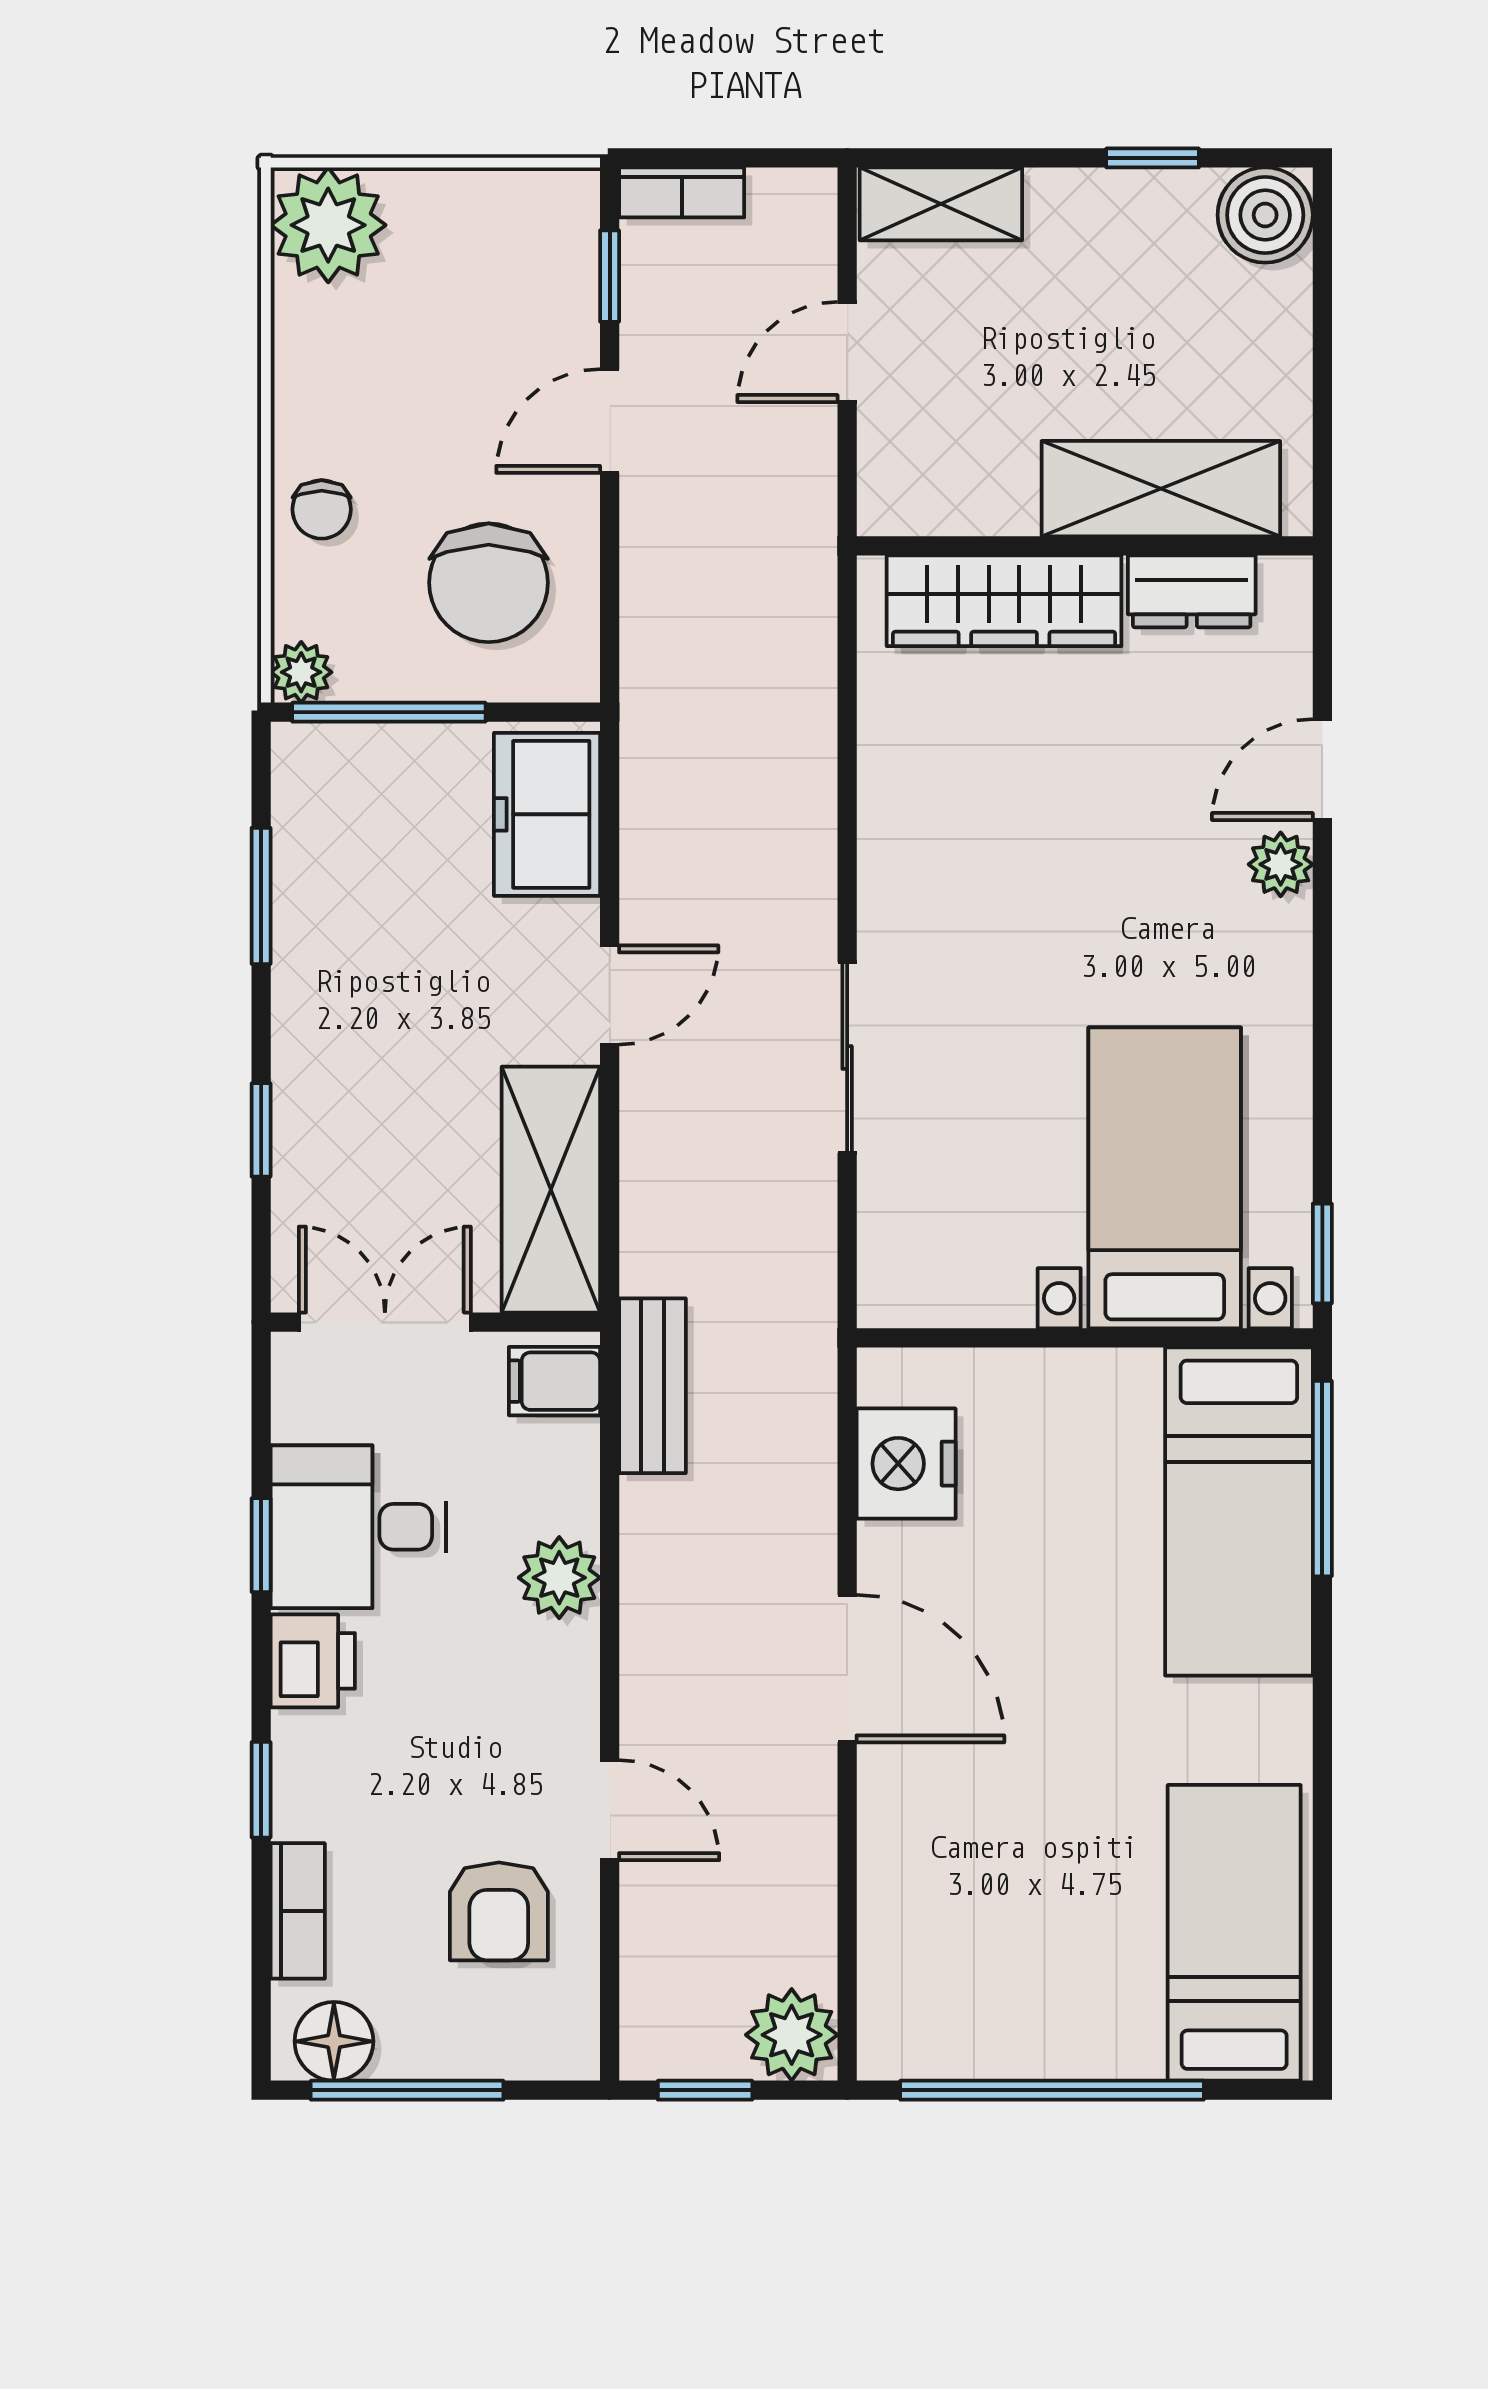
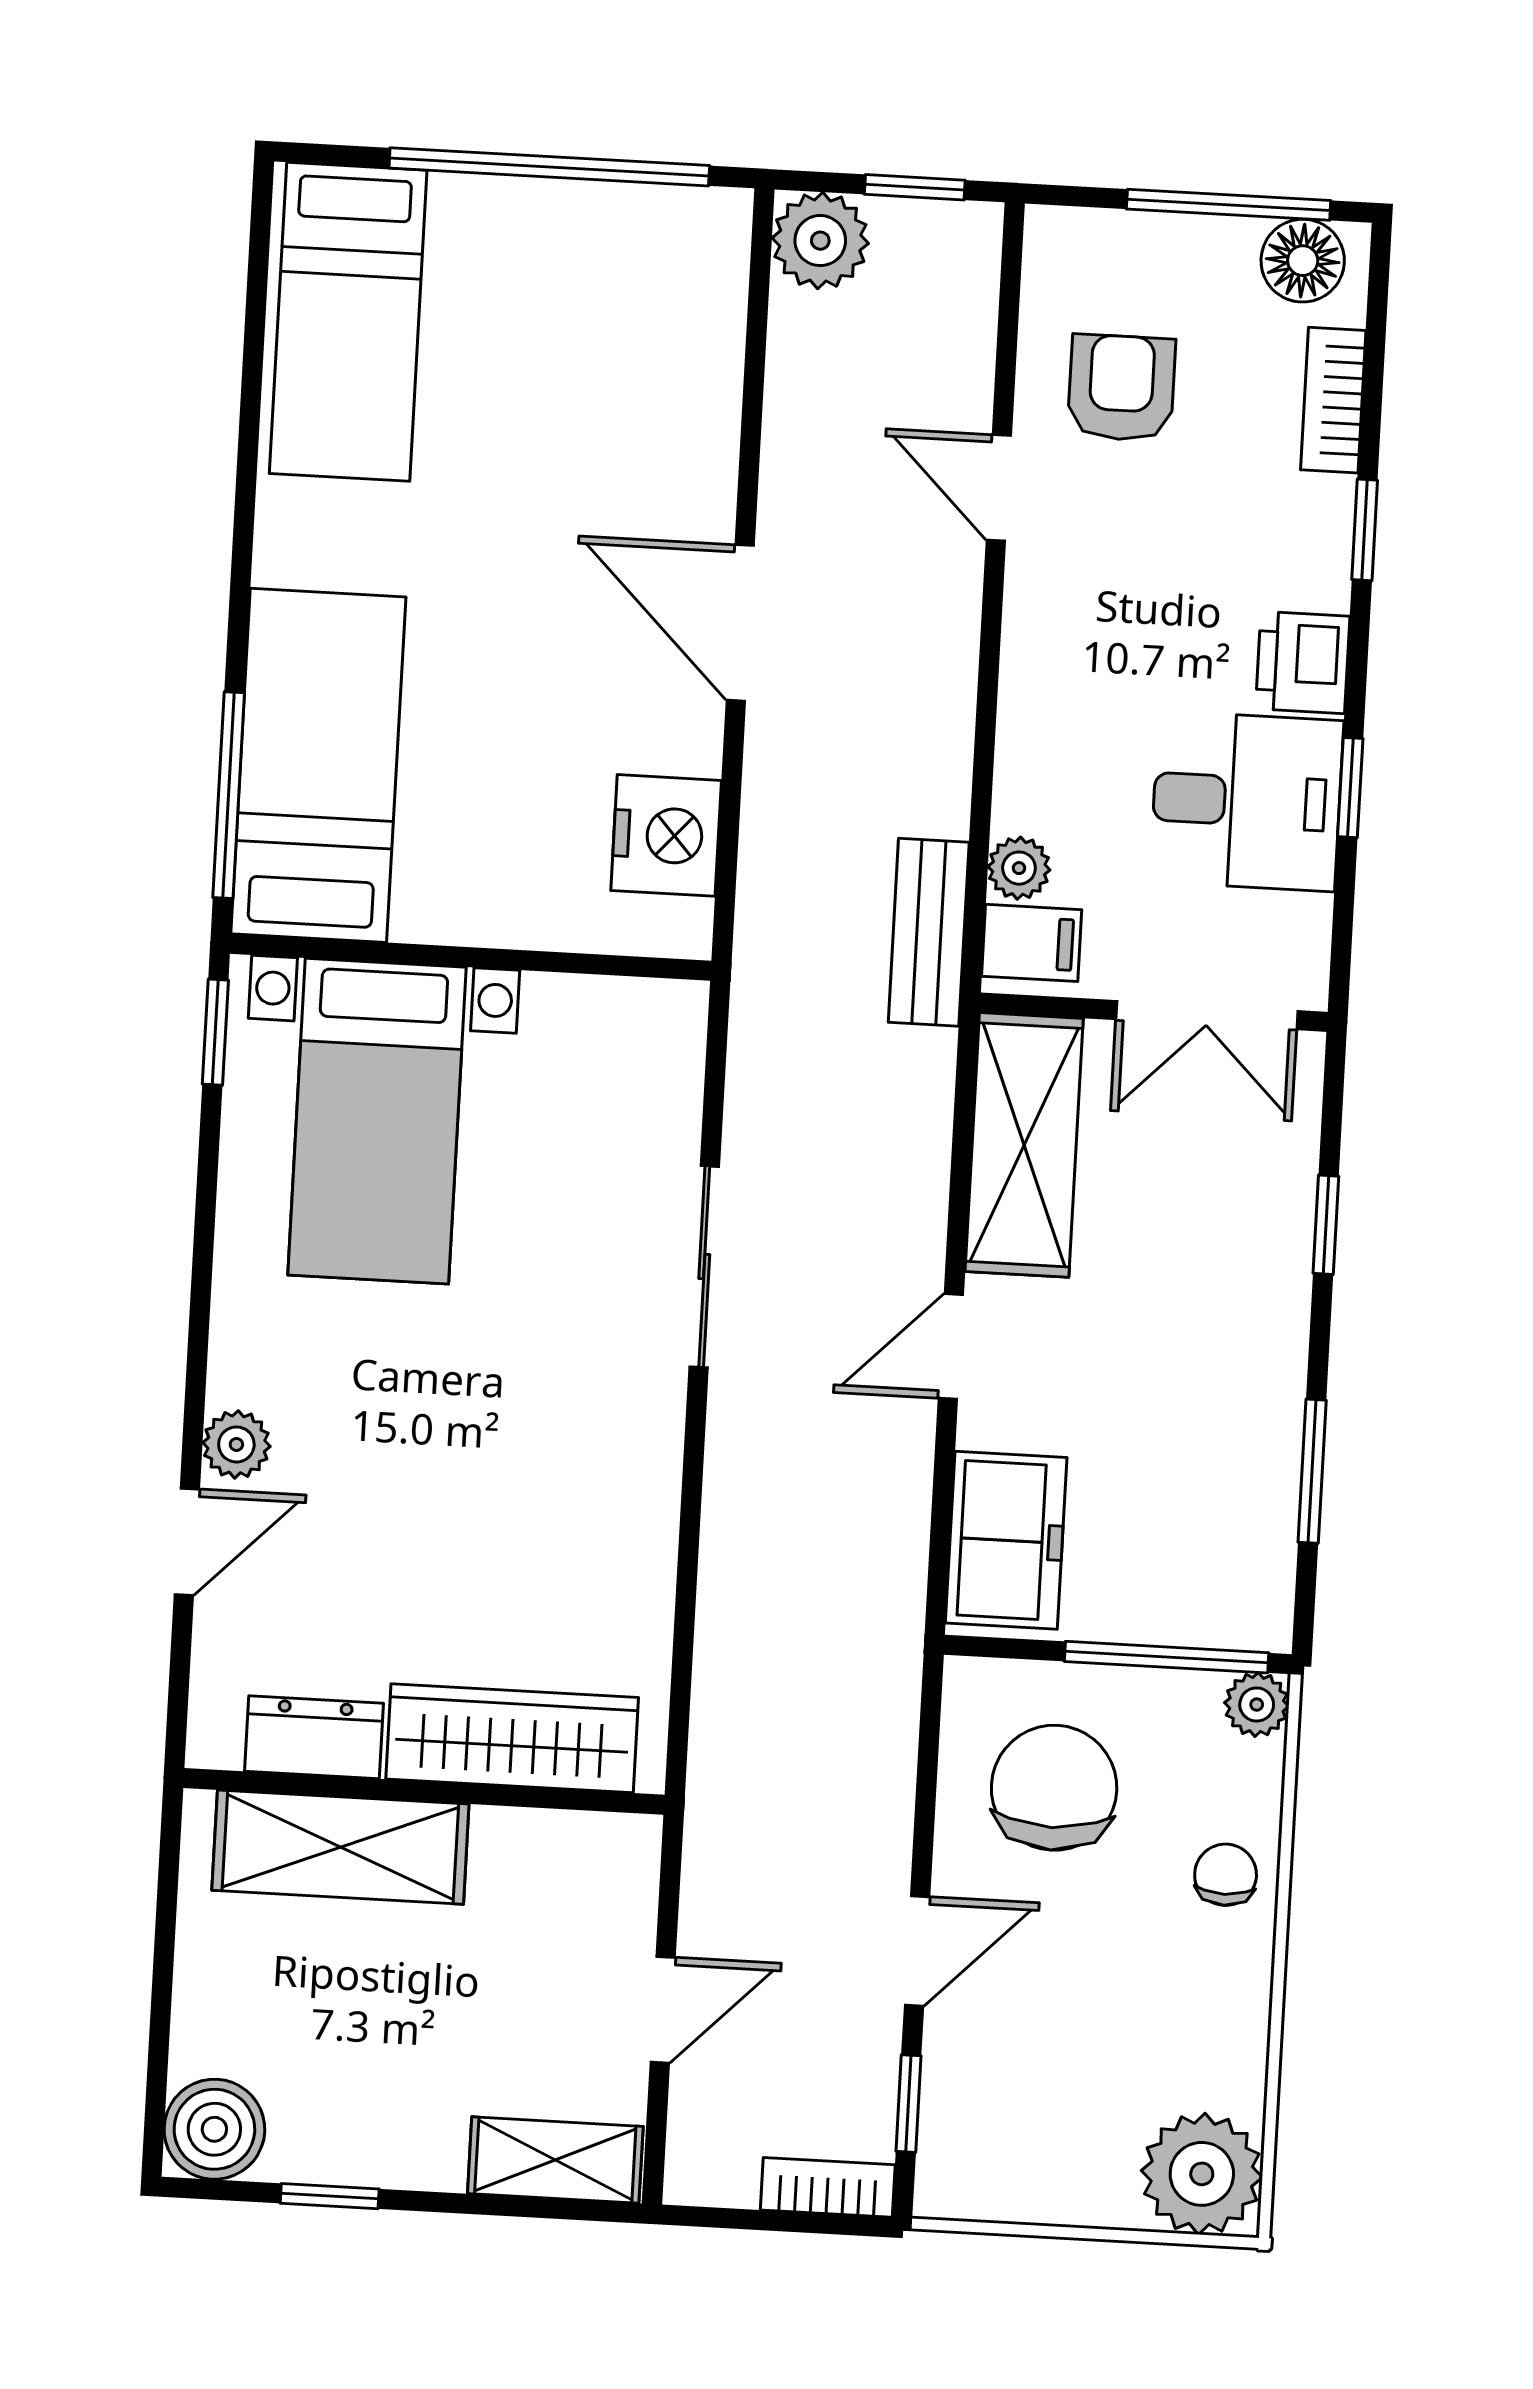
plant: (559, 1578) -> (1019, 868), moved, width x0.73, depth x0.73

